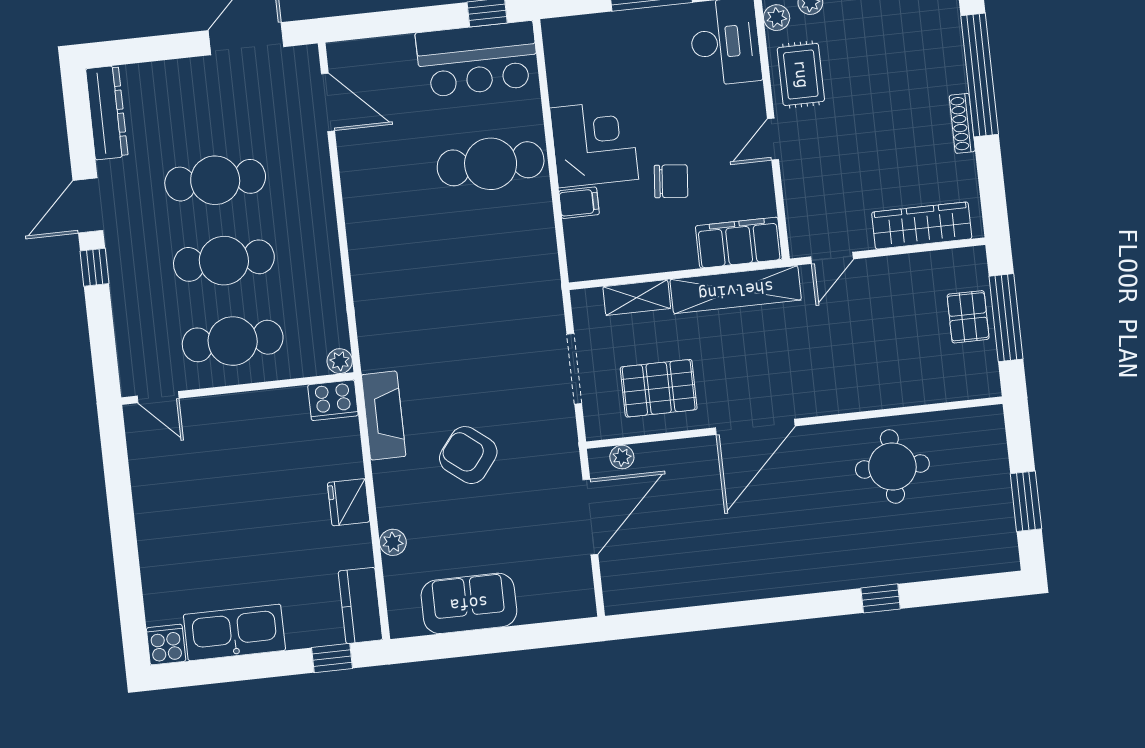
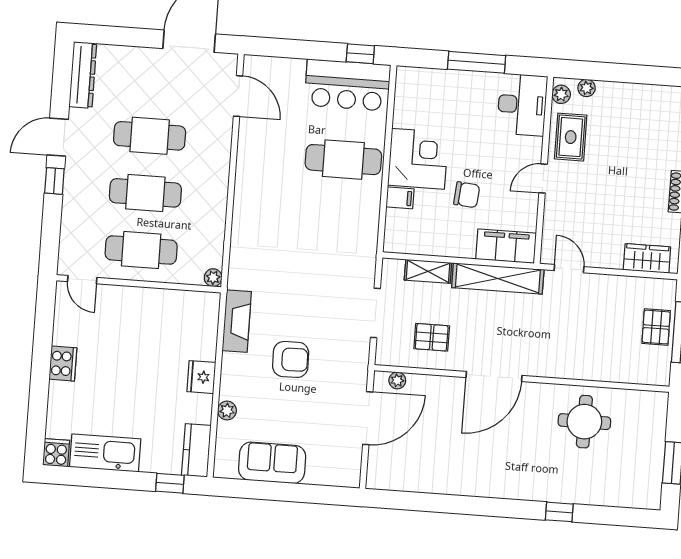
wardrobe: (922, 225) -> (647, 258), width x0.67
door: (832, 258) -> (569, 269), swing flipped
pallet: (659, 388) -> (432, 337), width x0.67, depth x0.71
cooker: (333, 400) -> (63, 364), moved, turned -90
armchair: (468, 455) -> (291, 359), turned 141

